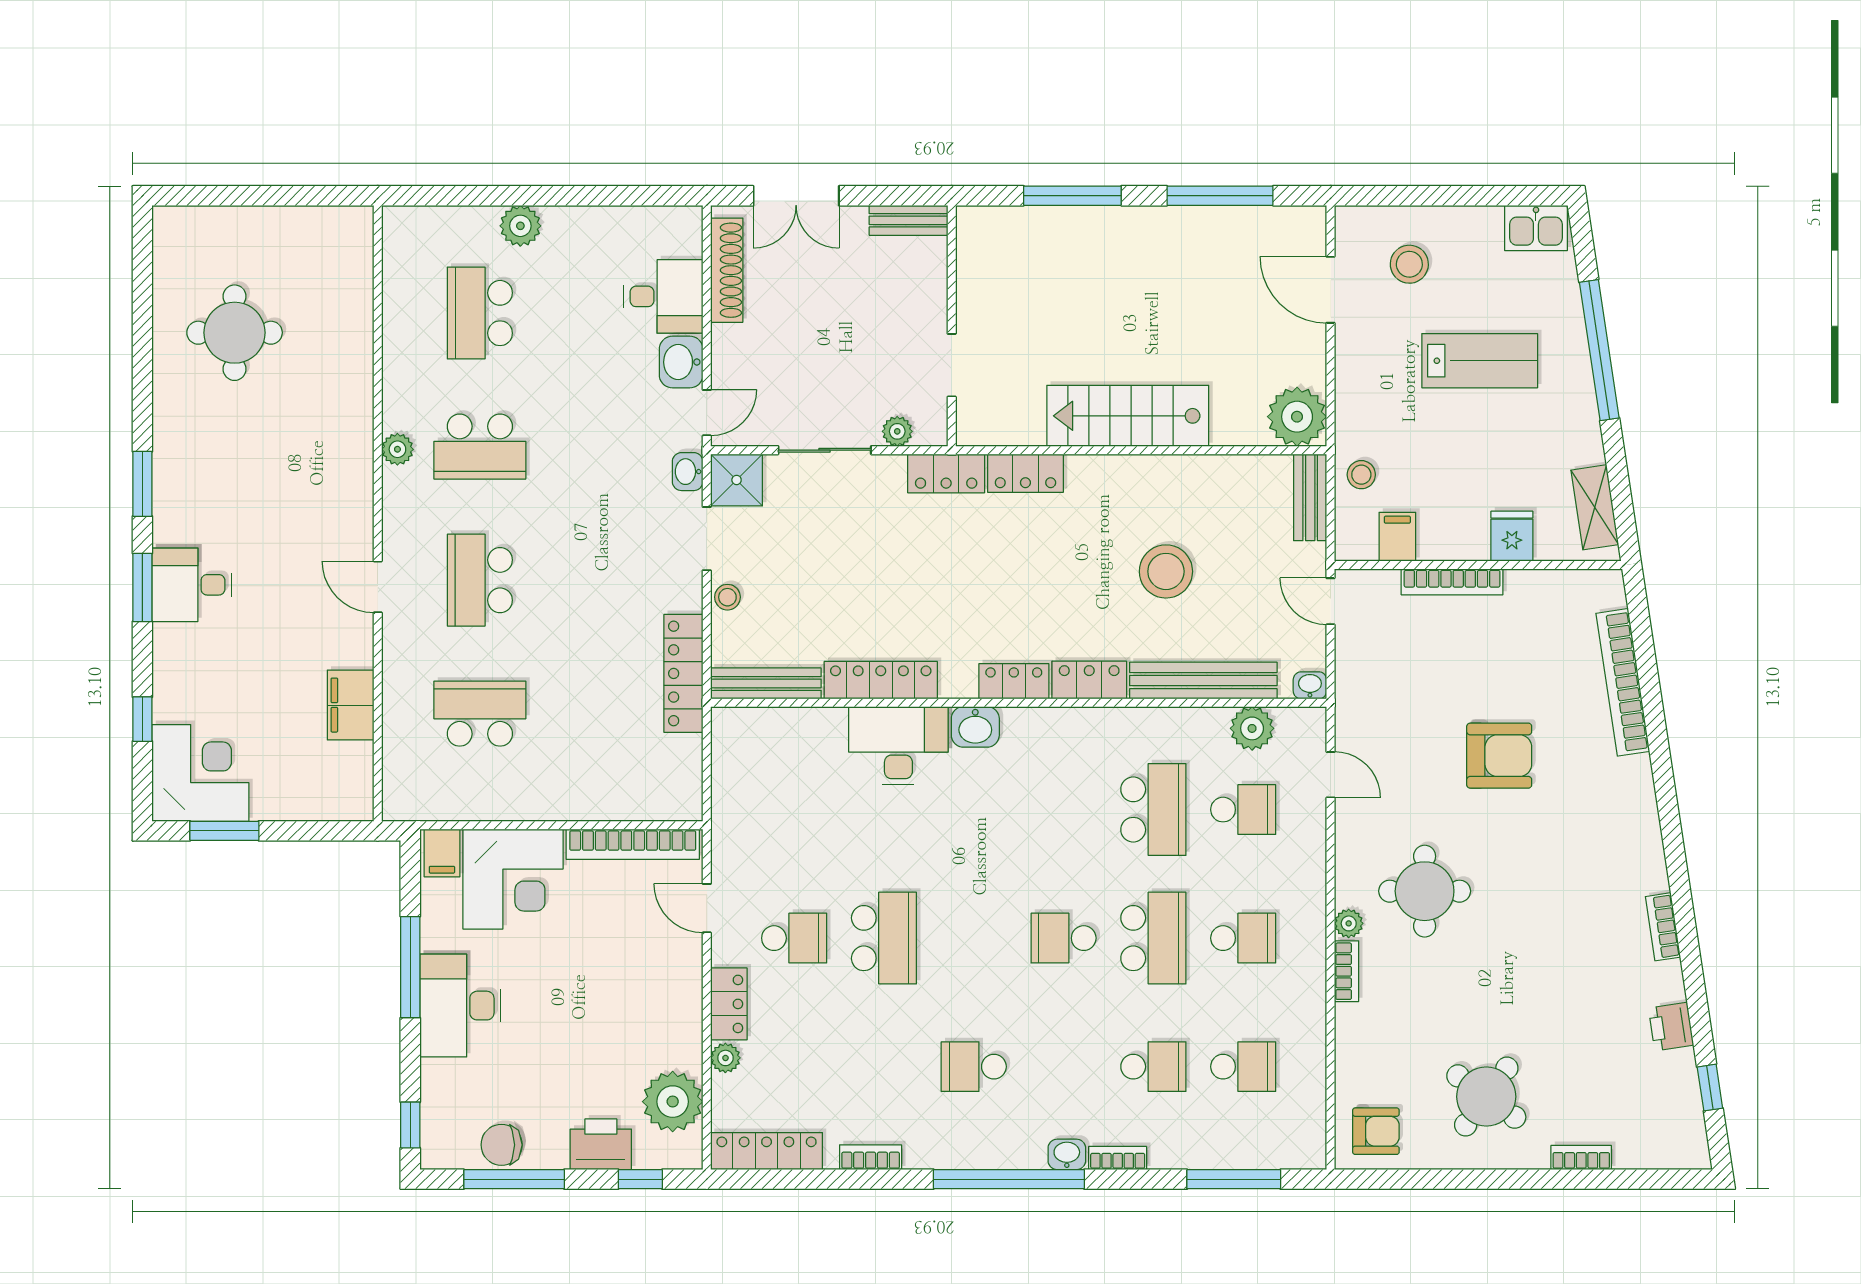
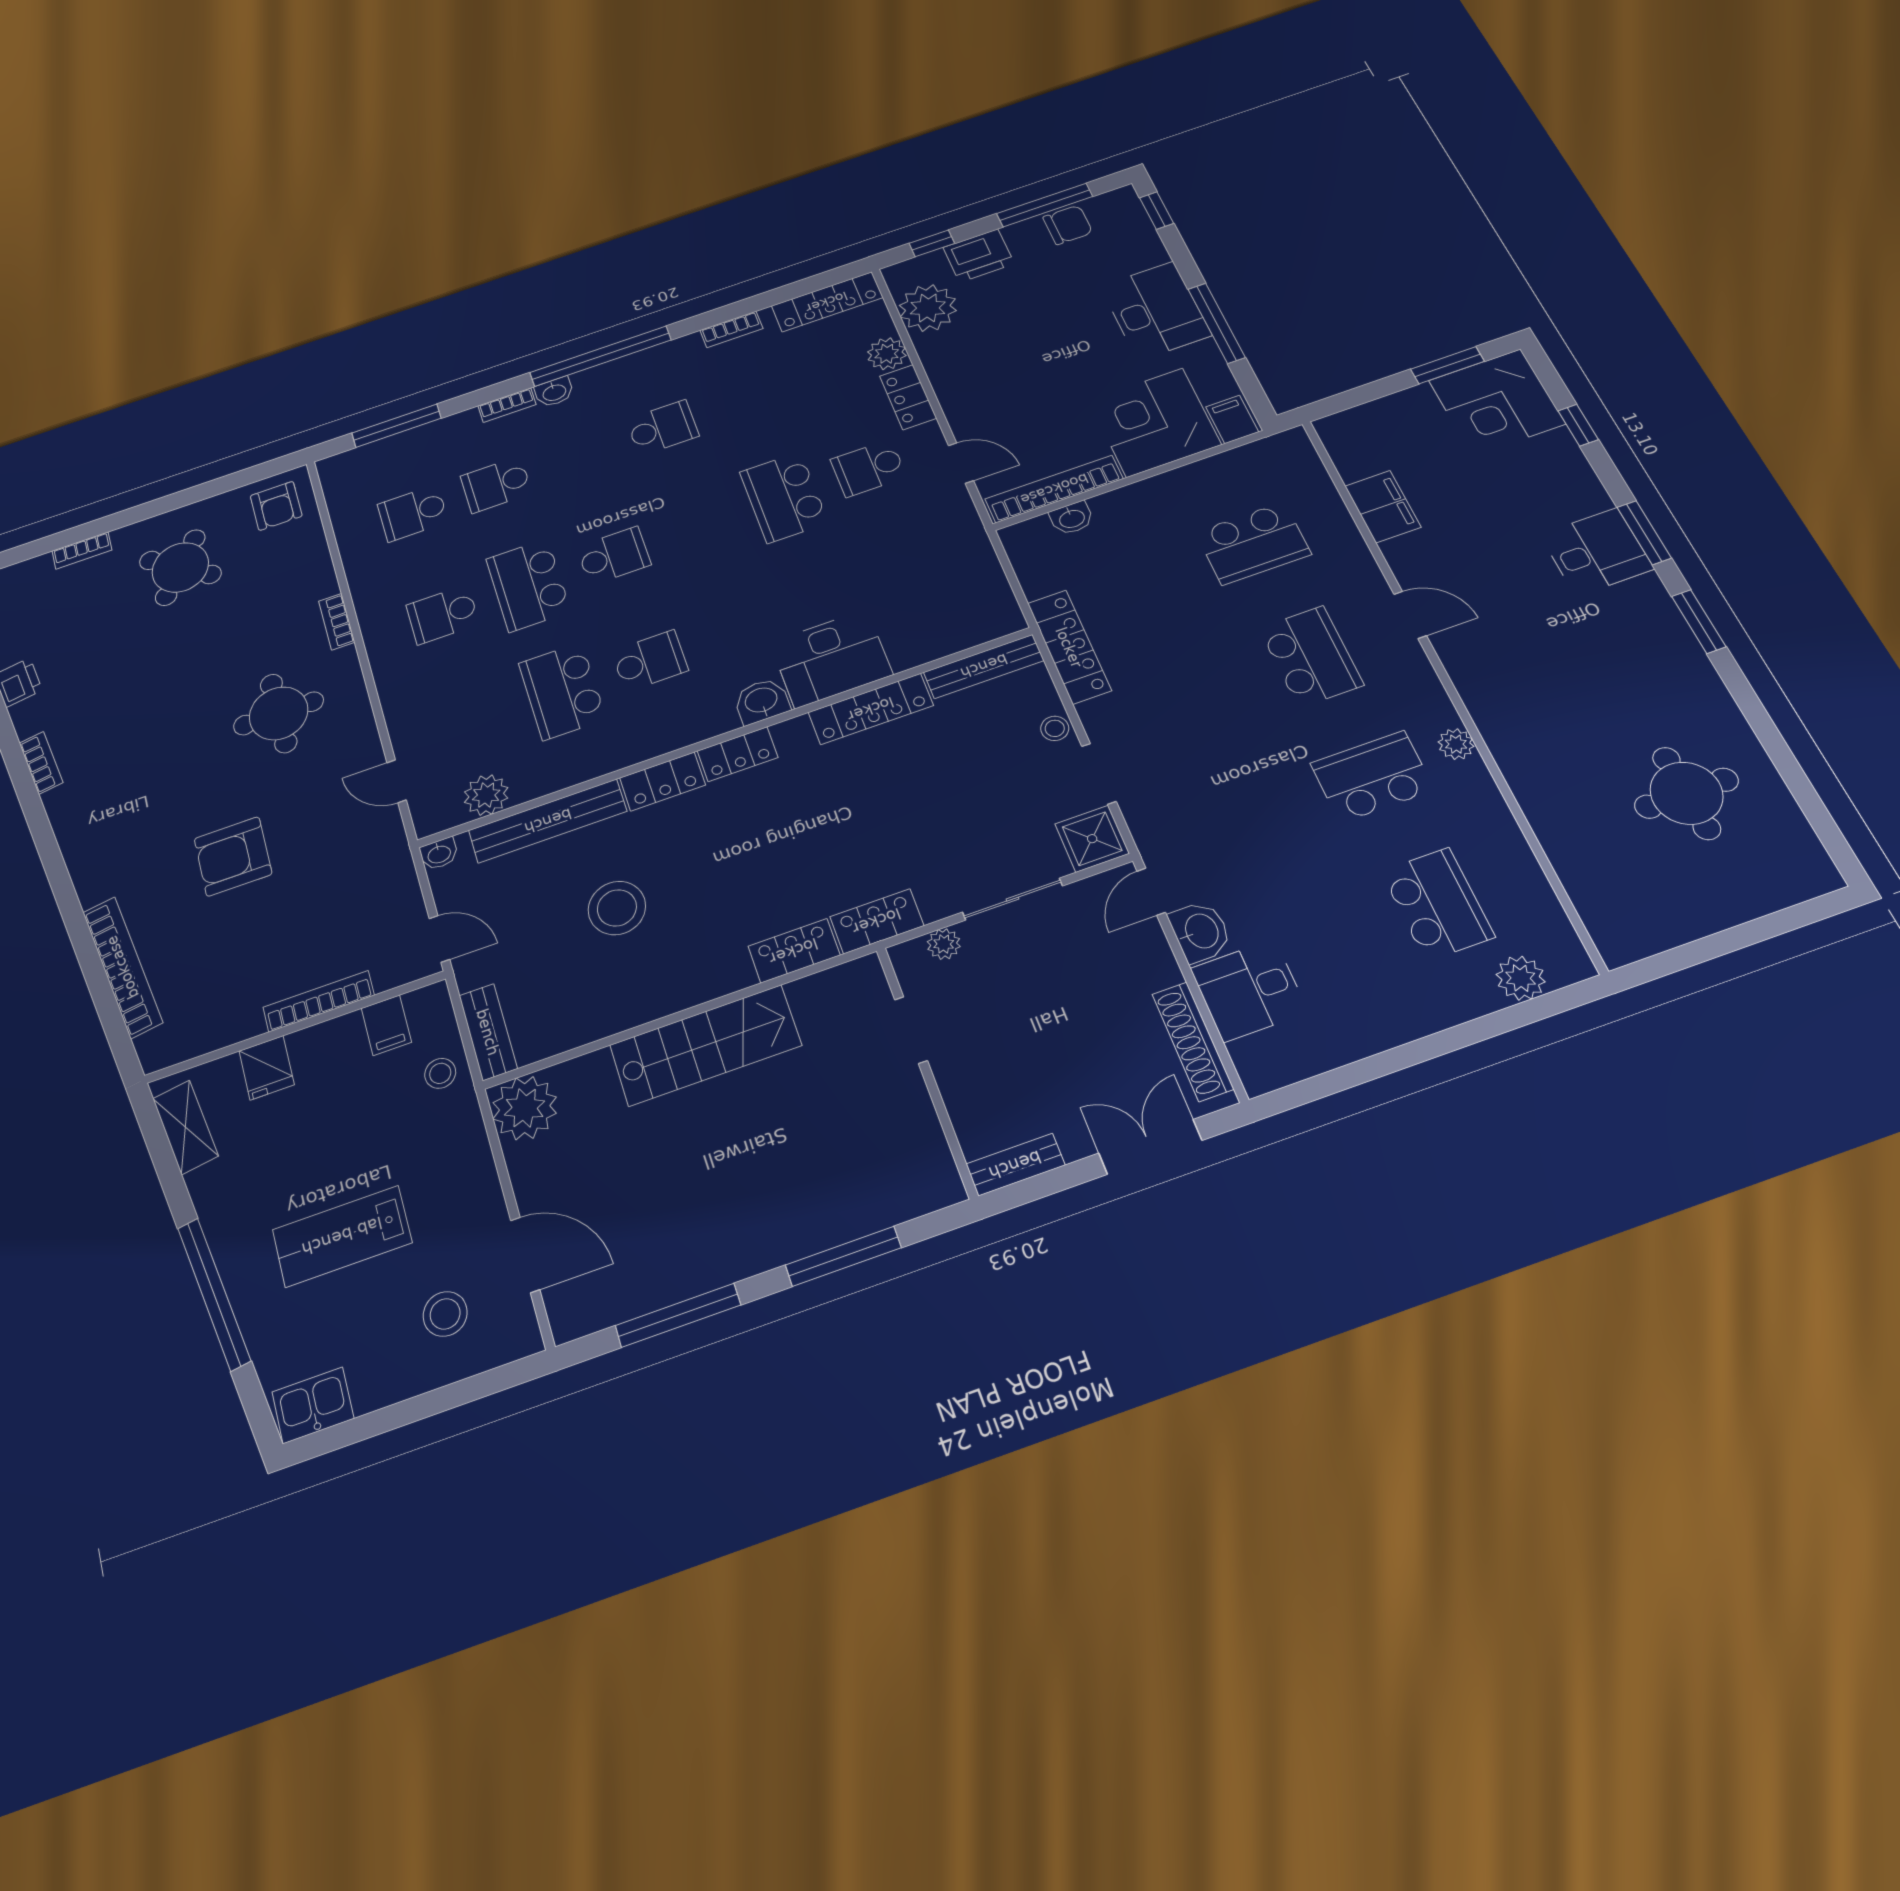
plant: (520, 226) -> (1521, 978), moved
washbasin: (688, 472) -> (1072, 518), moved, turned 90
school desk: (1243, 810) -> (650, 661), moved, turned 180
plant: (1349, 923) -> (345, 661), removed
plant: (725, 1058) -> (887, 354), width x1.38, depth x1.38
armchair: (1376, 1131) -> (276, 506), turned -90

